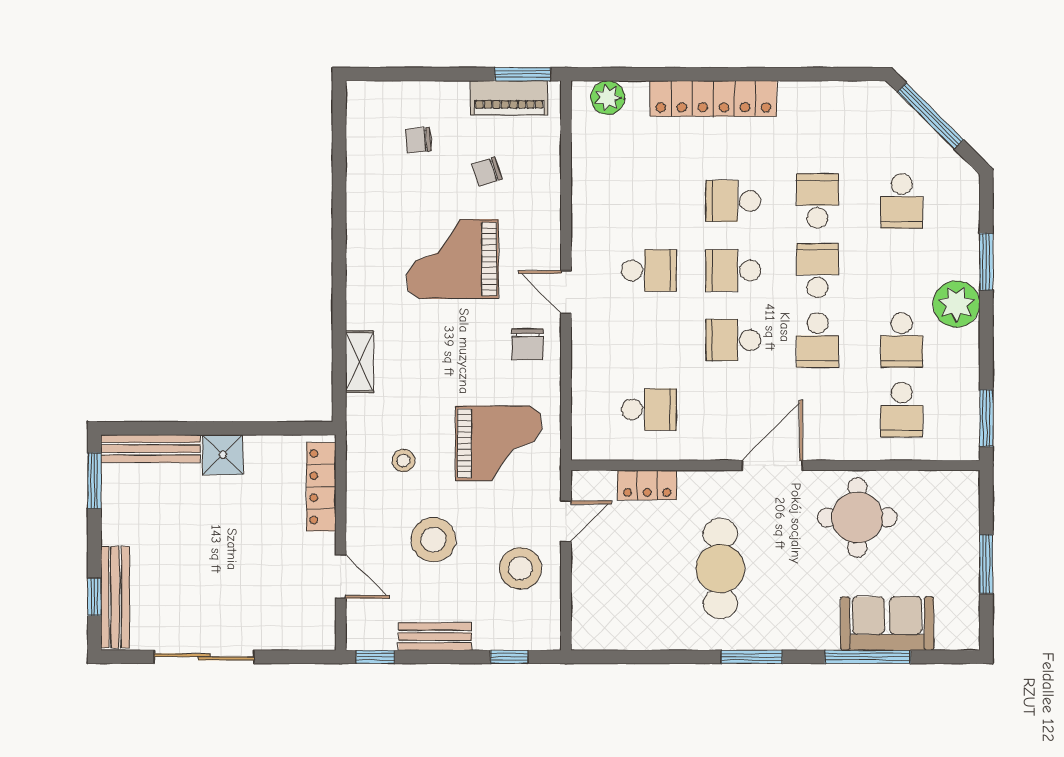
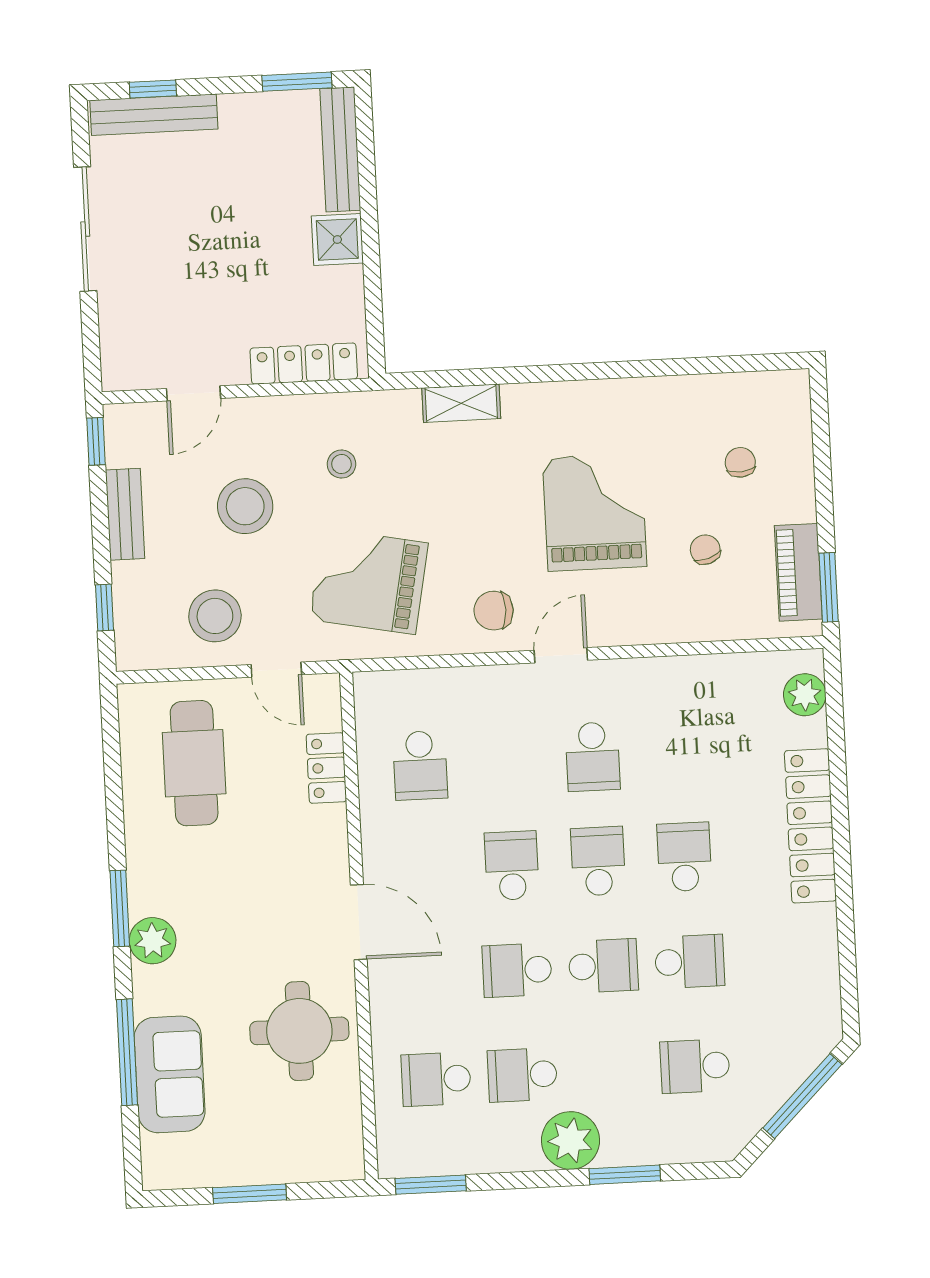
grand piano: (499, 443) -> (369, 581), turned 101
cafe table: (720, 569) -> (194, 763), moved, turned 90
plant: (779, 632) -> (153, 941), added

